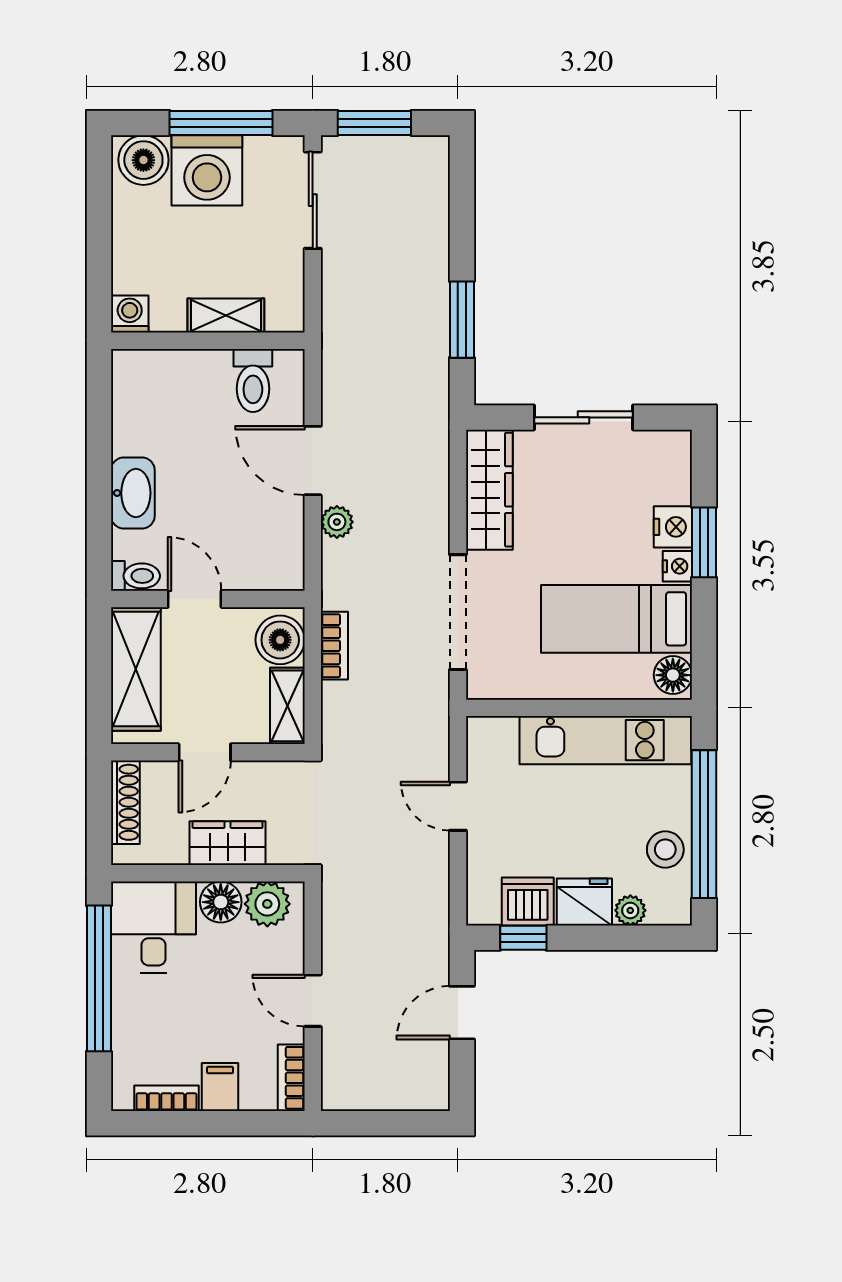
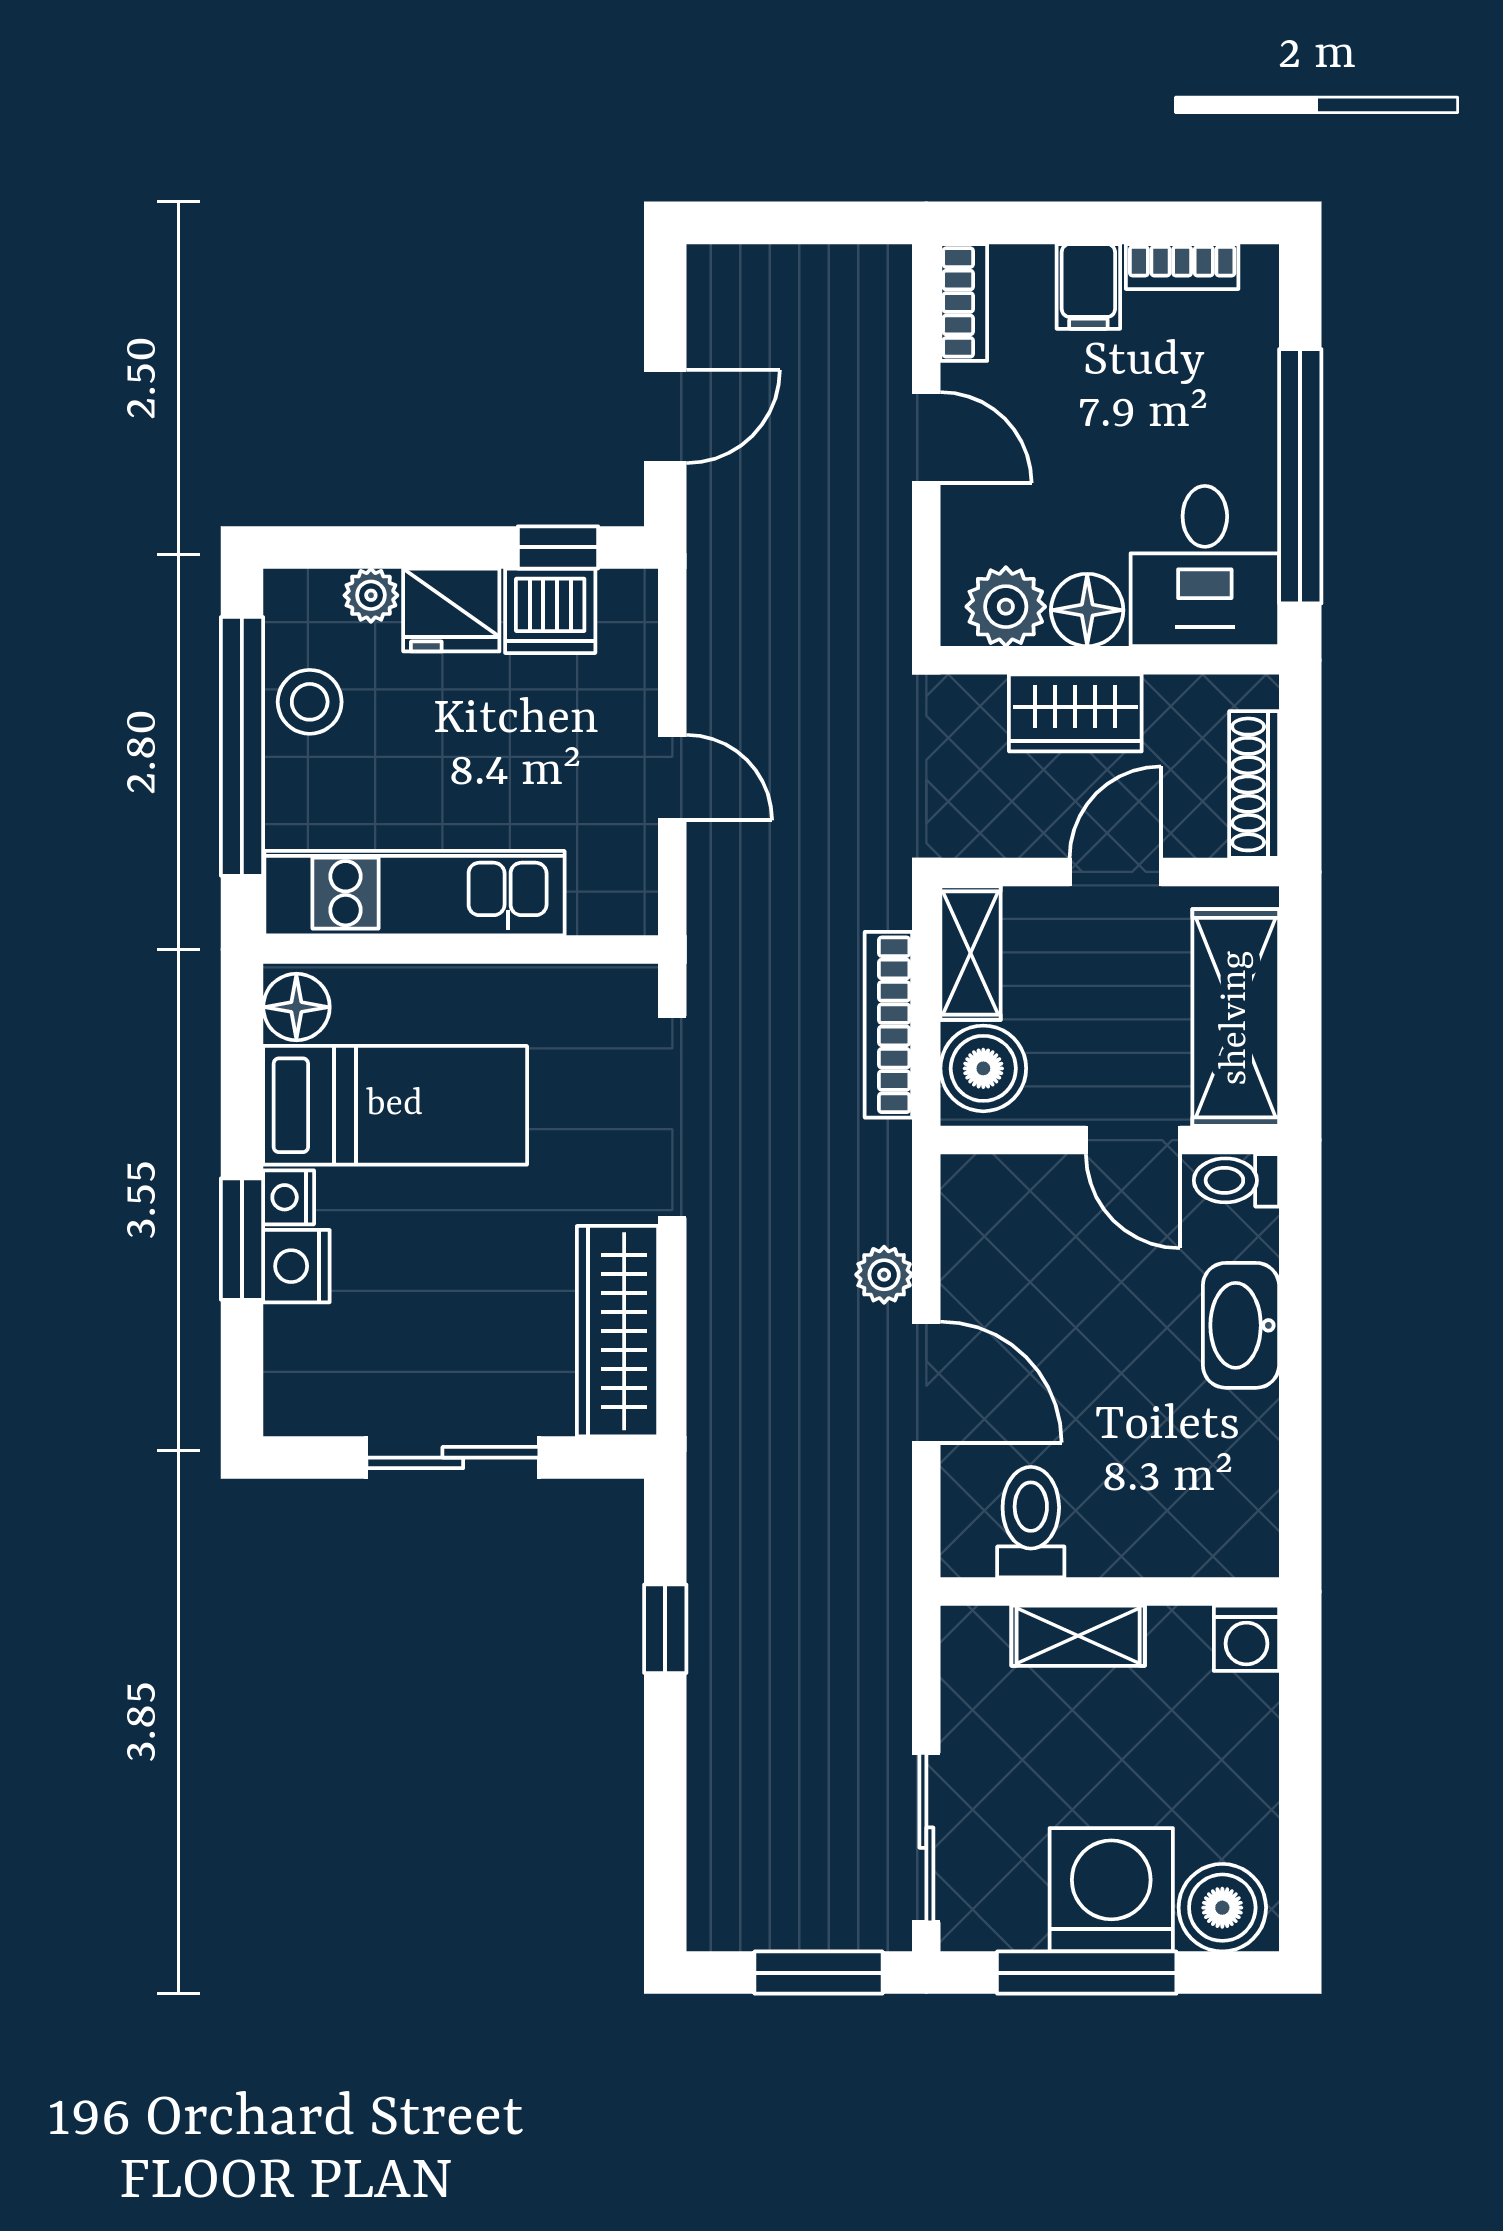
window: (462, 320) -> (665, 1629), width x0.67
bookcase: (334, 646) -> (888, 1025), width x1.56

